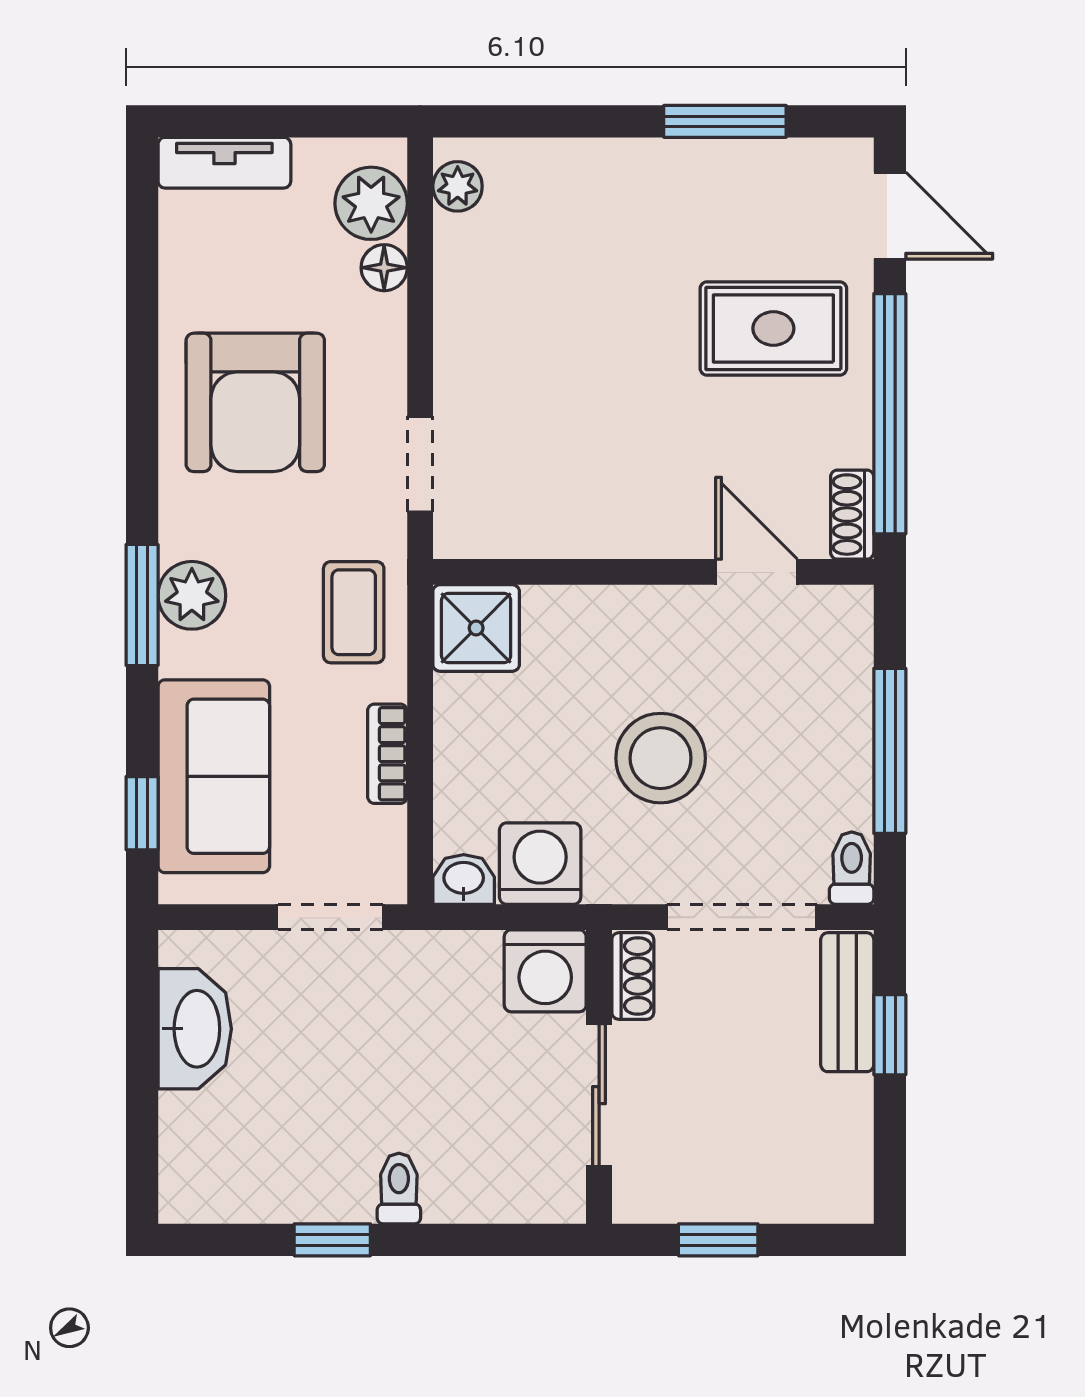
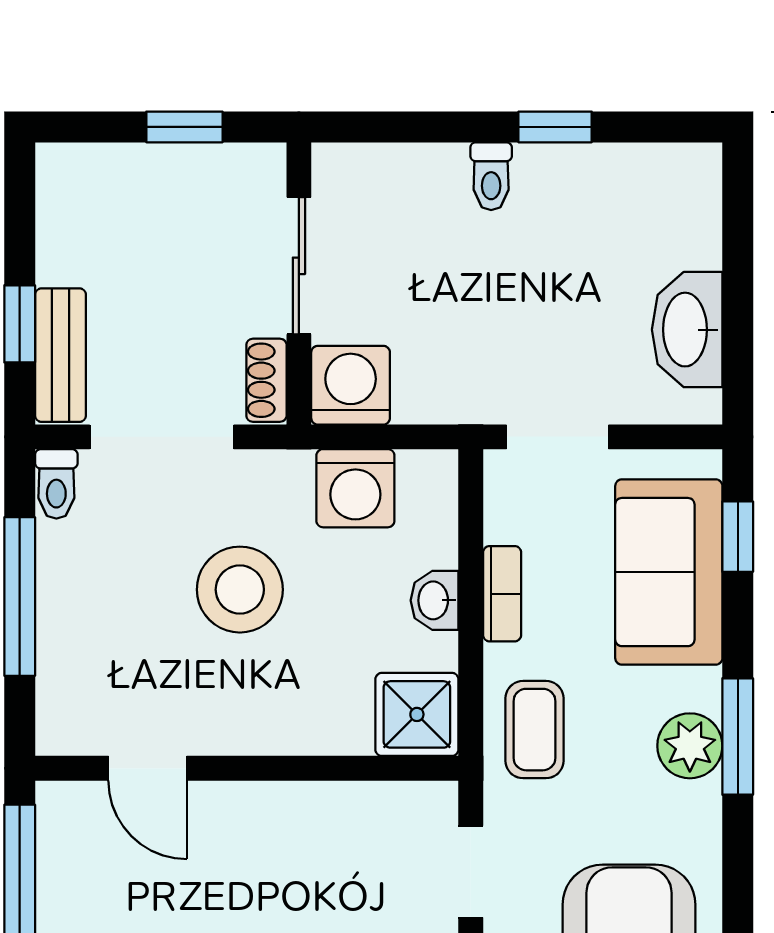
shoe rack: (852, 515) -> (56, 823), removed
washbasin: (464, 879) -> (435, 600), moved, turned 90

